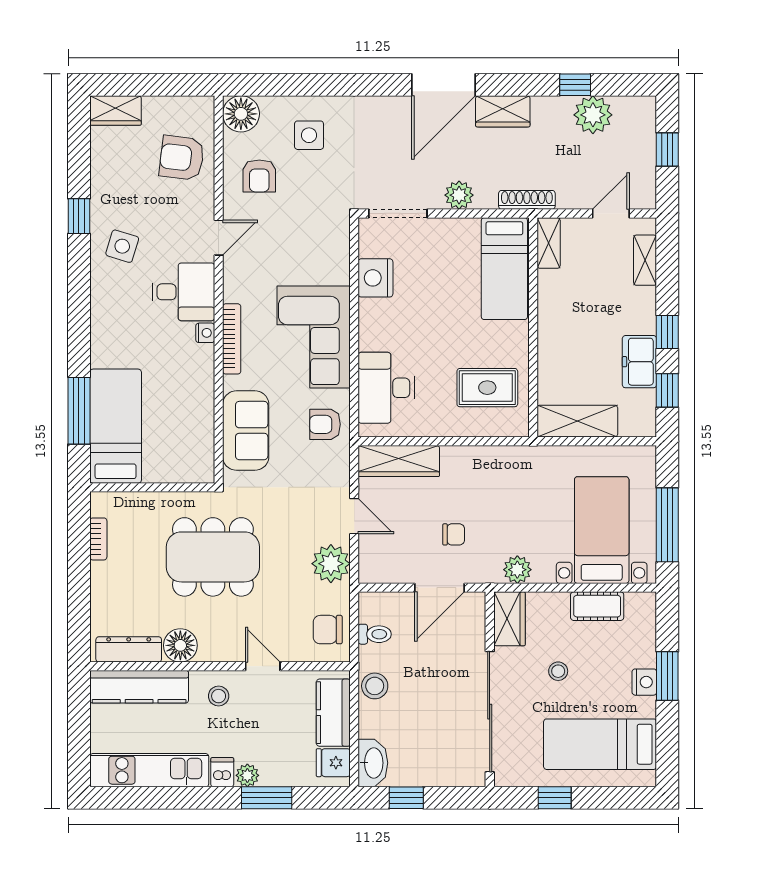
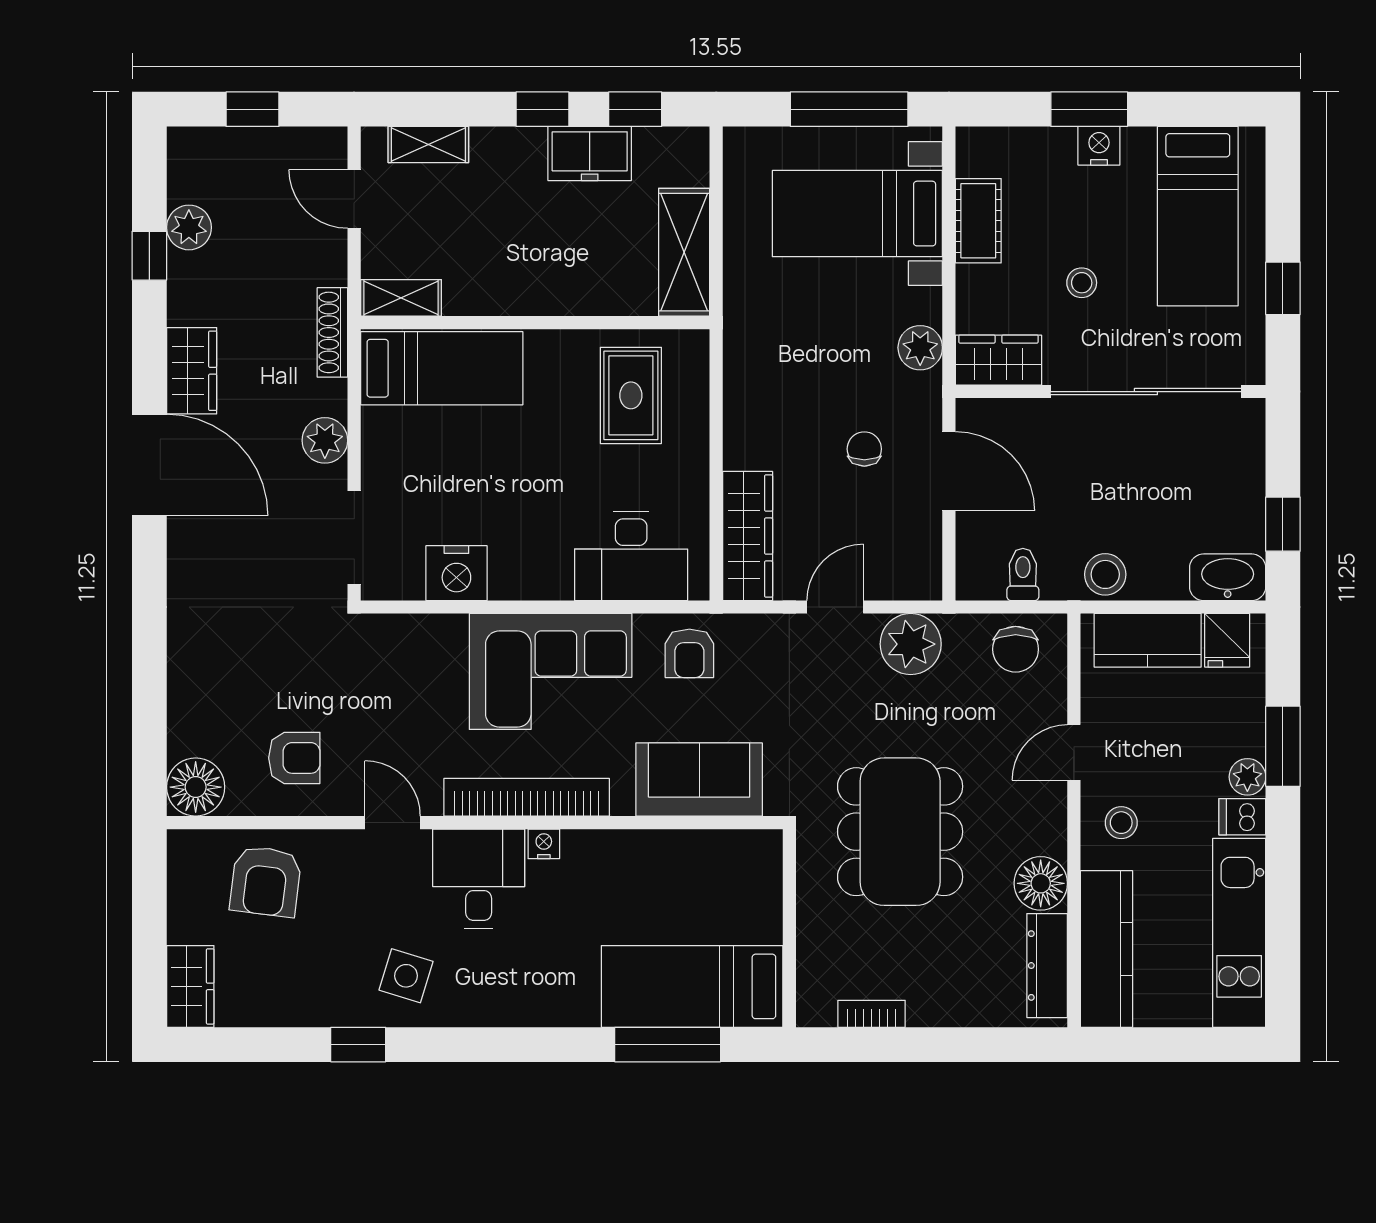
plant: (593, 115) -> (189, 227), width x0.73, depth x0.73
side table: (309, 135) -> (230, 679), removed
bookcase: (232, 339) -> (527, 797), width x1.48, depth x1.31

